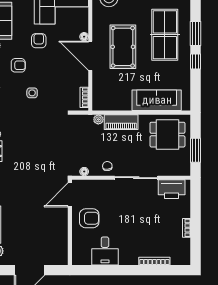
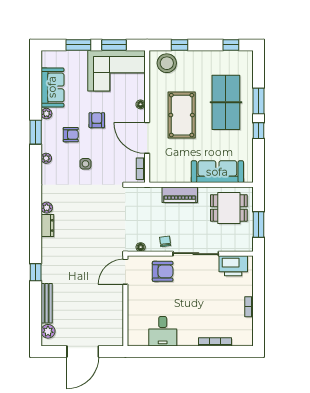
armchair: (39, 41) -> (97, 120), moved
door: (90, 56) -> (147, 138), moved
plant: (98, 119) -> (156, 192), removed
armchair: (89, 218) -> (163, 271), moved

